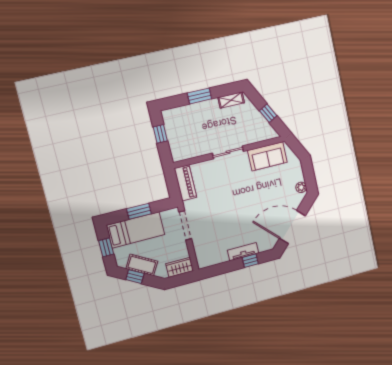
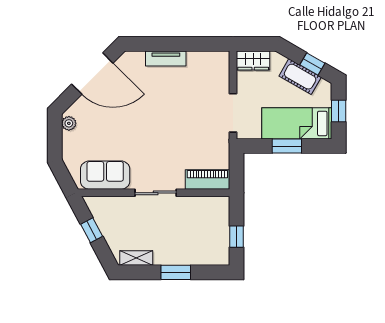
piano: (185, 183) -> (207, 179), moved, turned 90
window: (250, 261) -> (159, 44), removed

